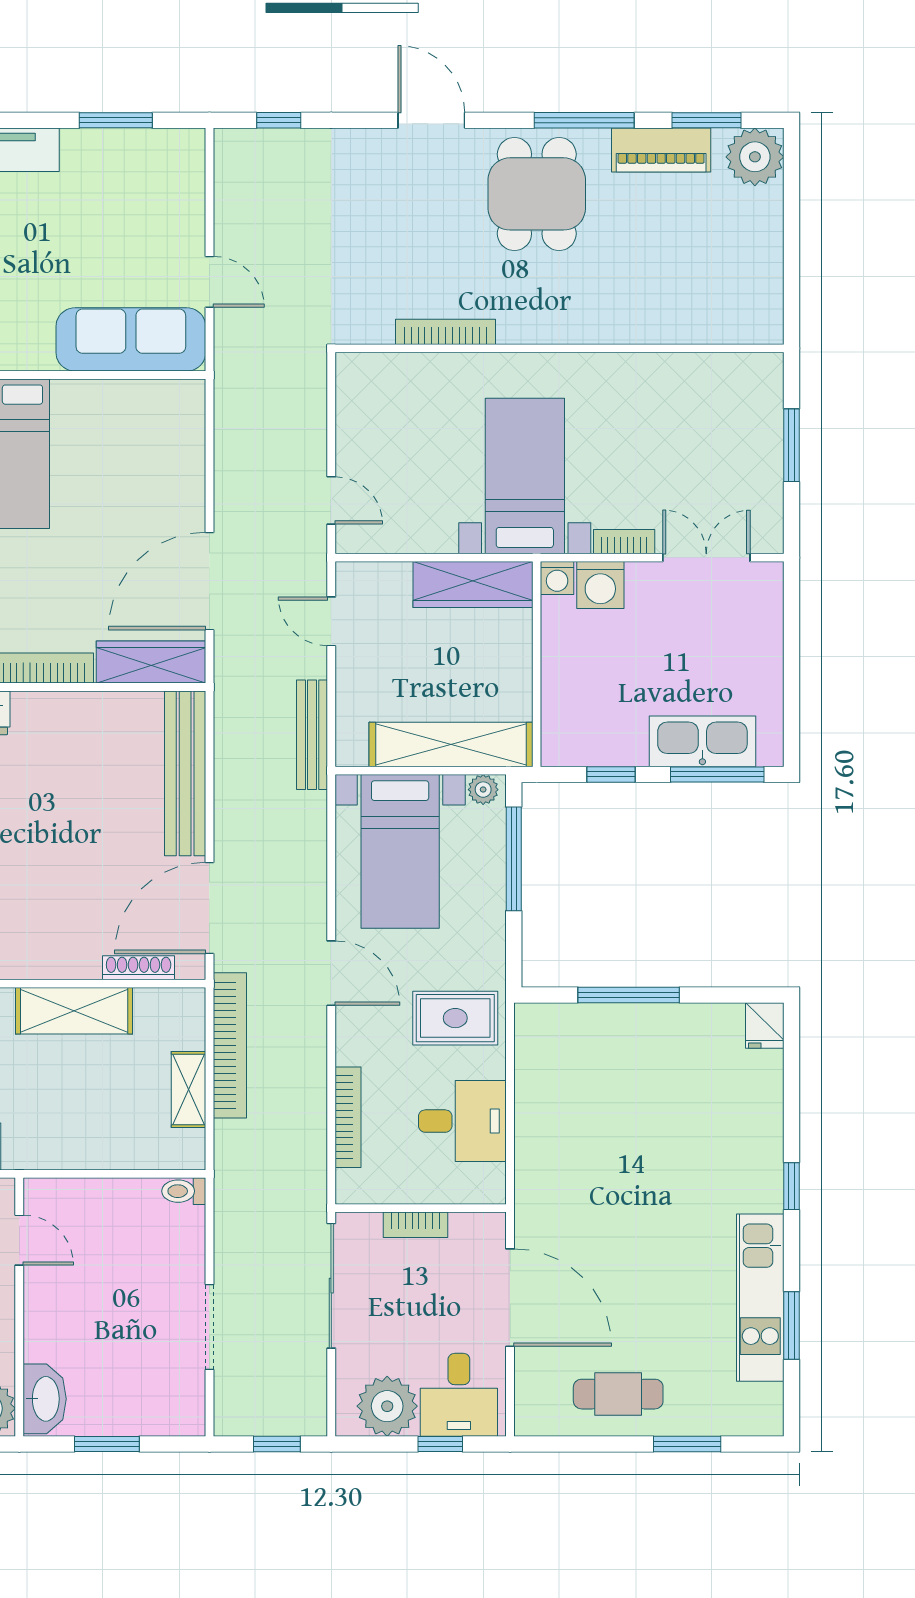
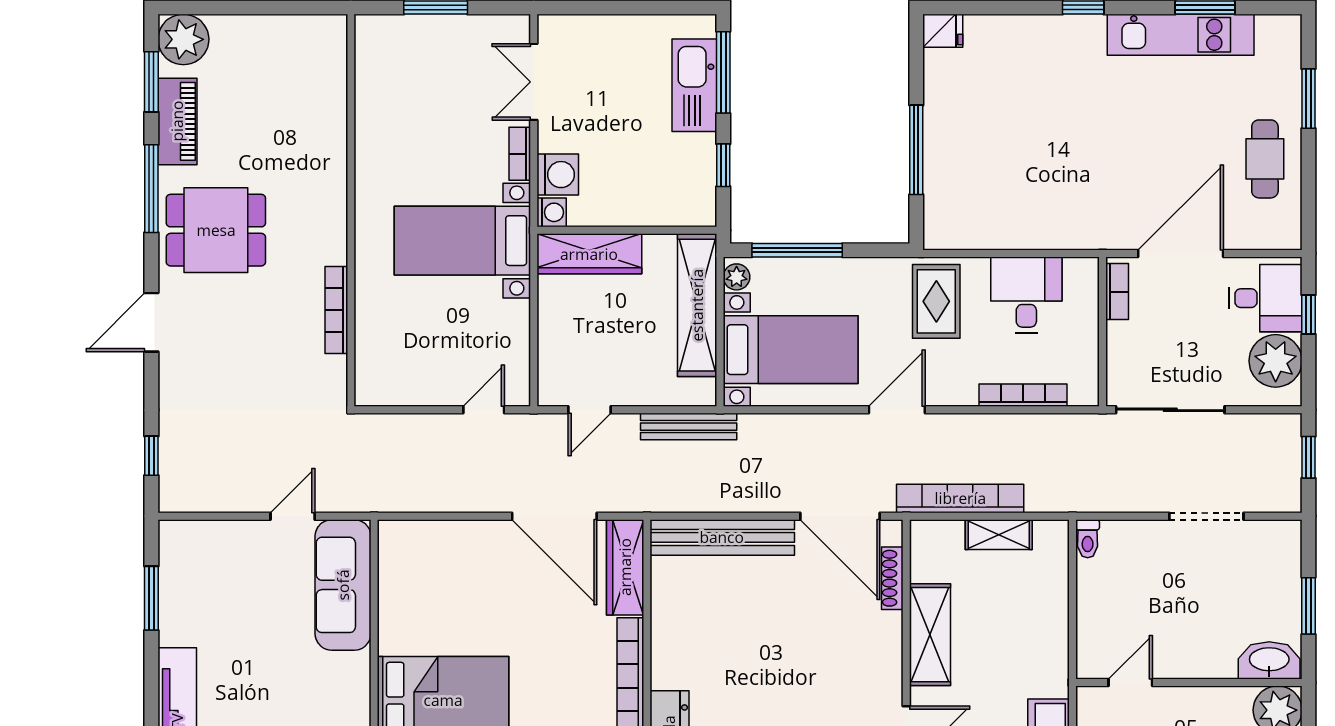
wardrobe: (473, 585) -> (589, 254), moved, turned 90
bookcase: (416, 1225) -> (1117, 292), moved

